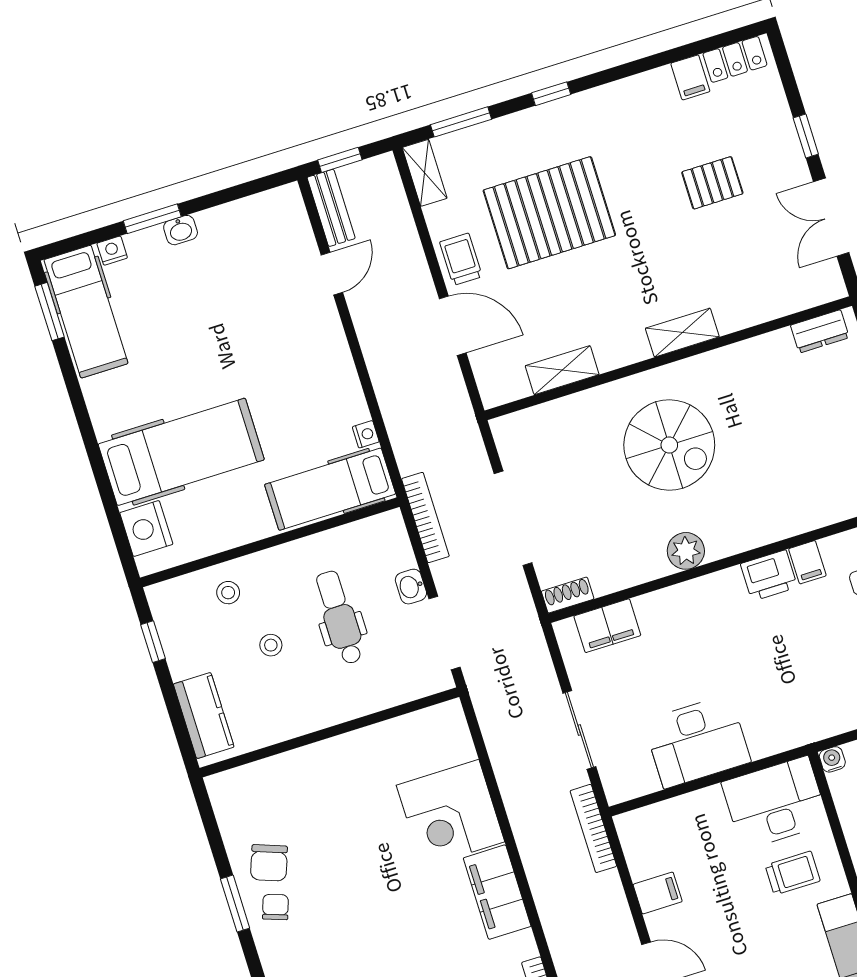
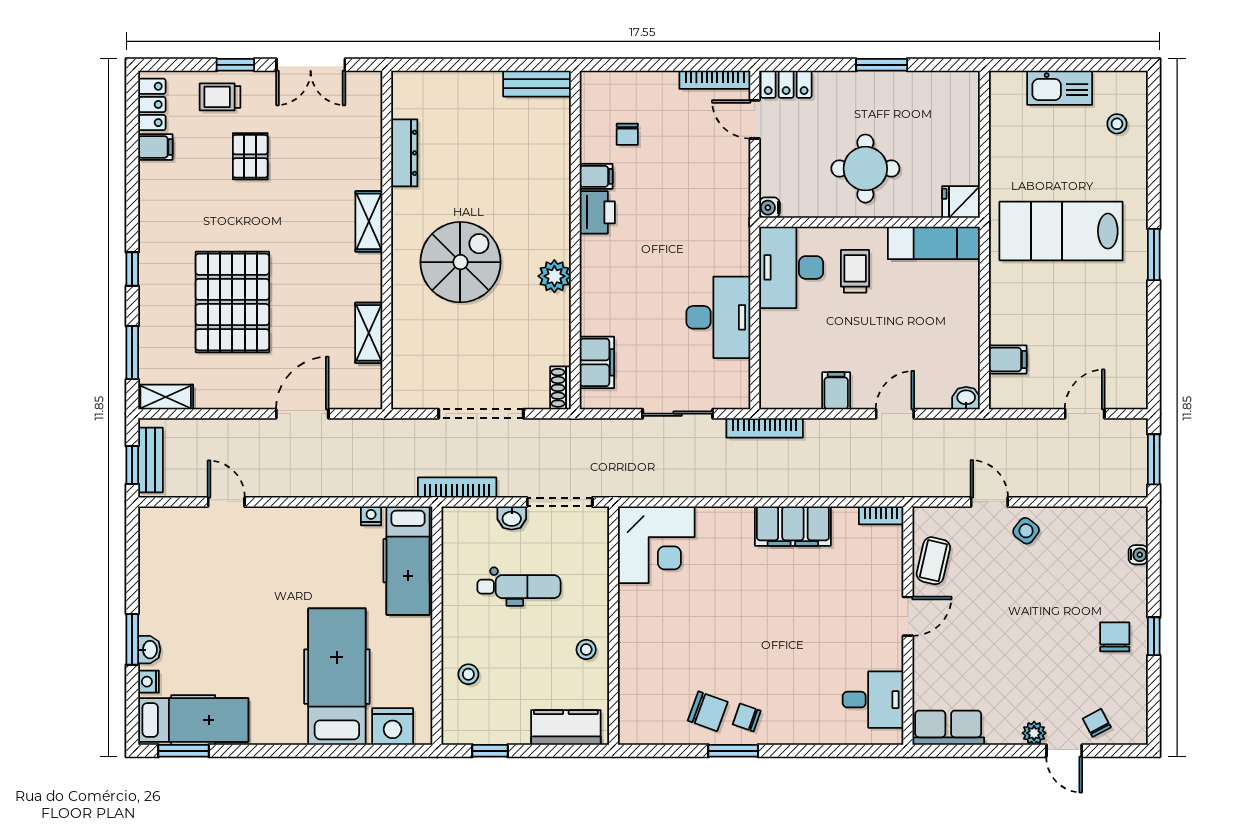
bench: (331, 208) -> (150, 460), moved, turned 90
washbasin: (181, 230) -> (149, 650), moved
trolley: (461, 259) -> (220, 97), moved
dresser: (820, 331) -> (404, 153), moved, width x1.44
dental chair: (340, 617) -> (519, 587), turned 180
stool: (271, 645) -> (586, 650), moved
corner desk: (450, 814) -> (656, 545), moved

